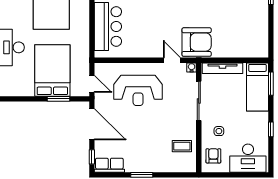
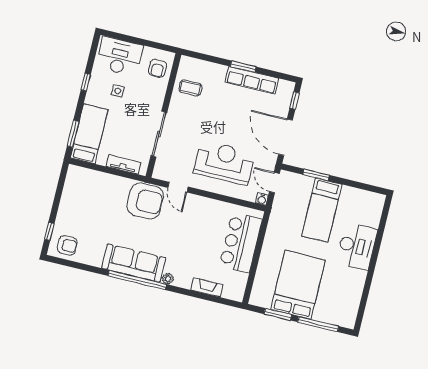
armchair: (197, 42) -> (145, 201), turned 180
water cooler: (192, 67) -> (262, 199), moved
tv unit: (222, 68) -> (123, 164), width x0.71
bed: (52, 70) -> (322, 210), width x0.67
side table: (219, 131) -> (118, 91), moved
row of seats: (109, 165) -> (252, 80), moved, width x1.48

